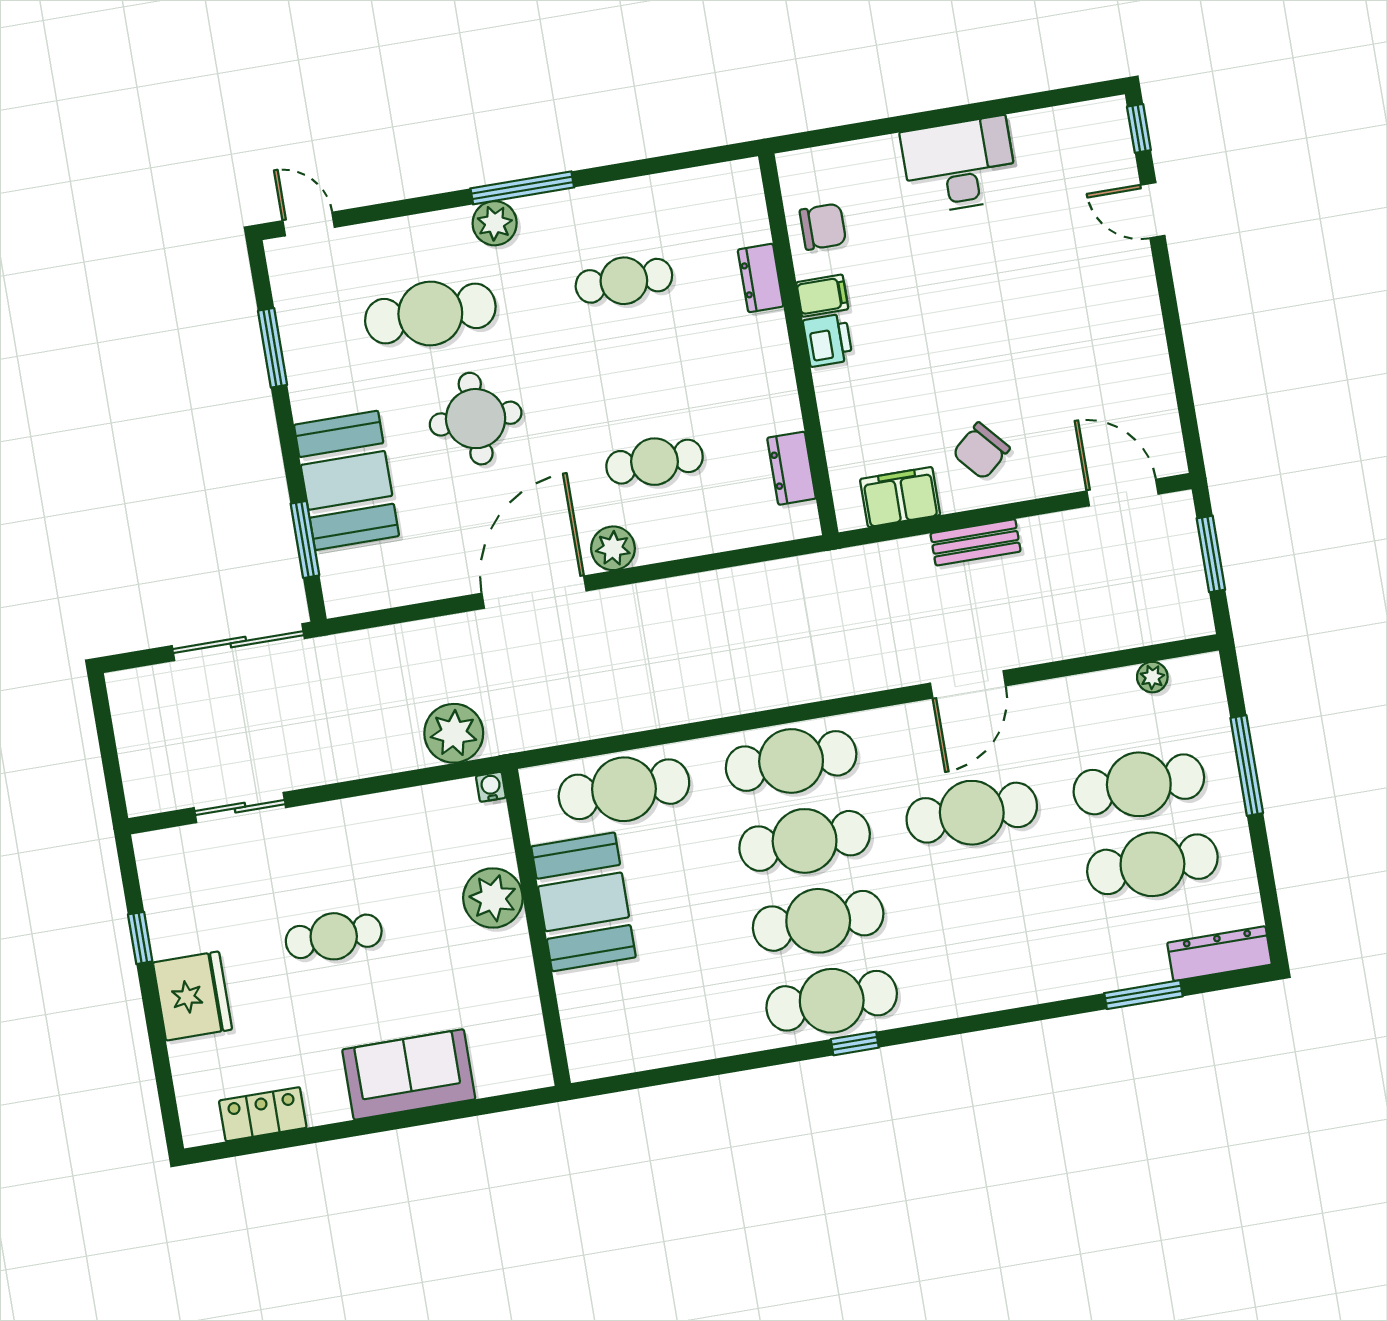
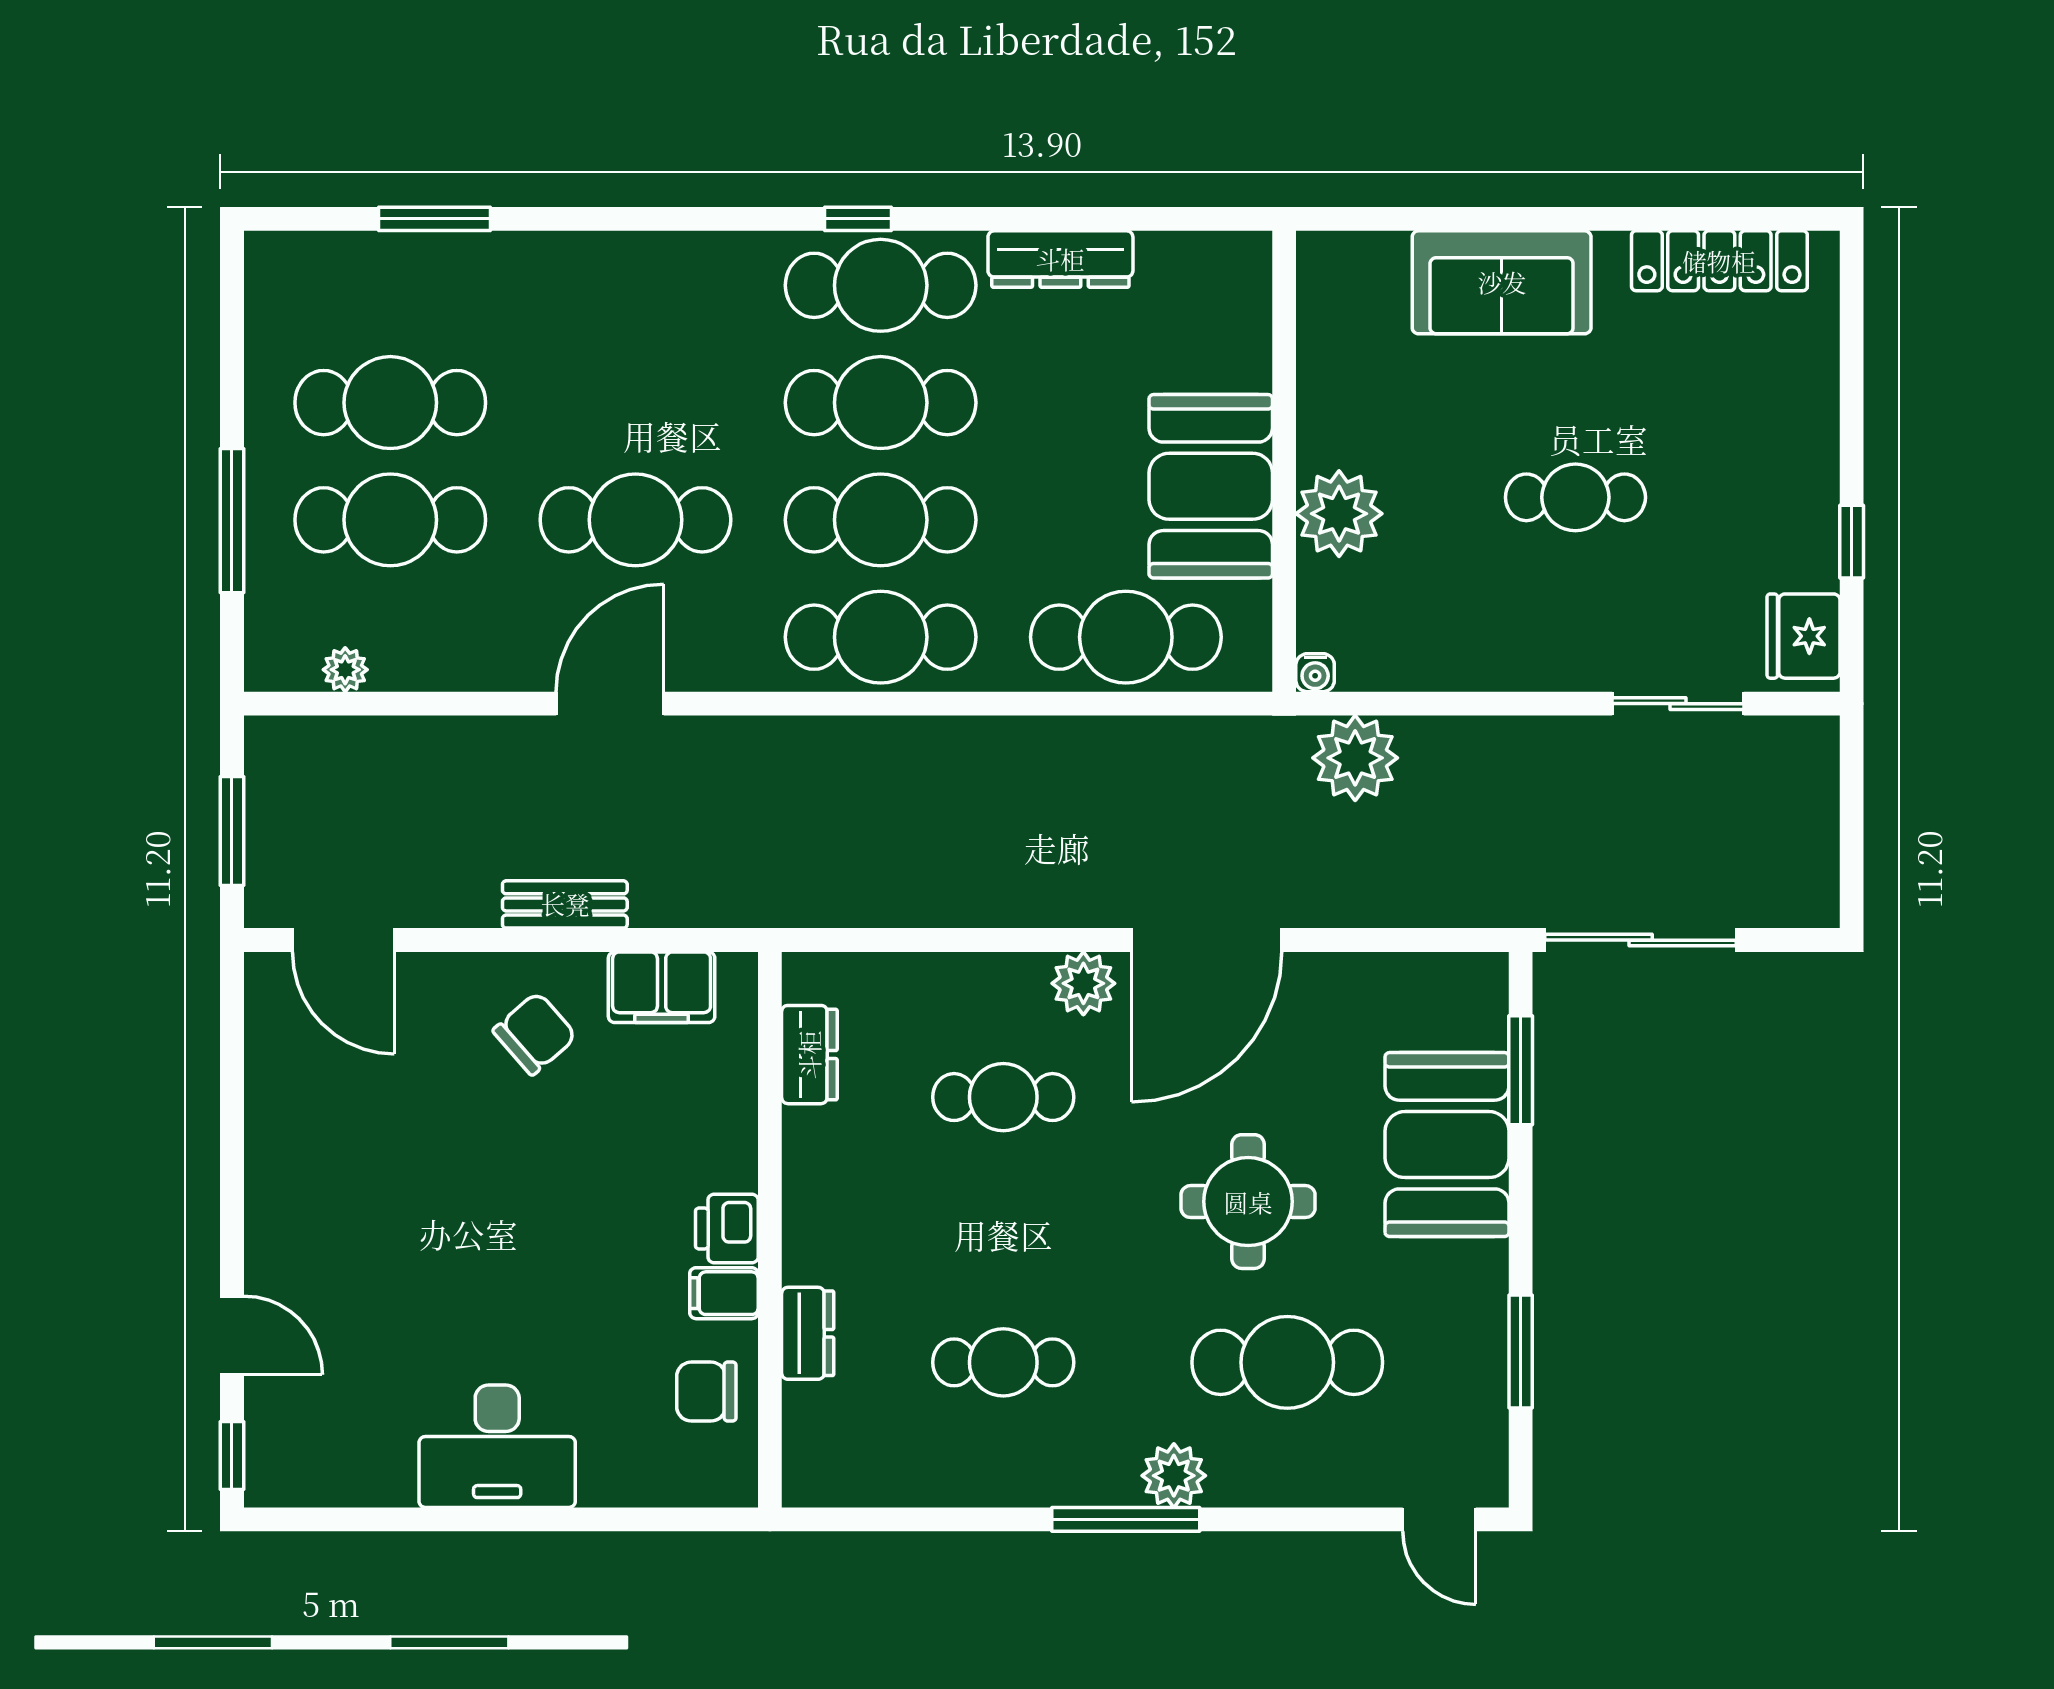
dresser: (1219, 954) -> (1060, 259), moved
fridge: (192, 996) -> (1804, 636), moved, width x0.73, depth x0.75
locker: (263, 1114) -> (1719, 261), width x1.53

